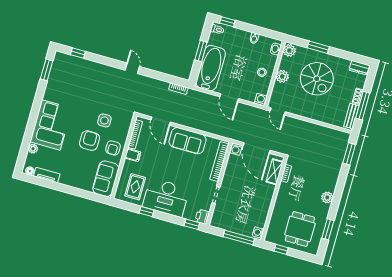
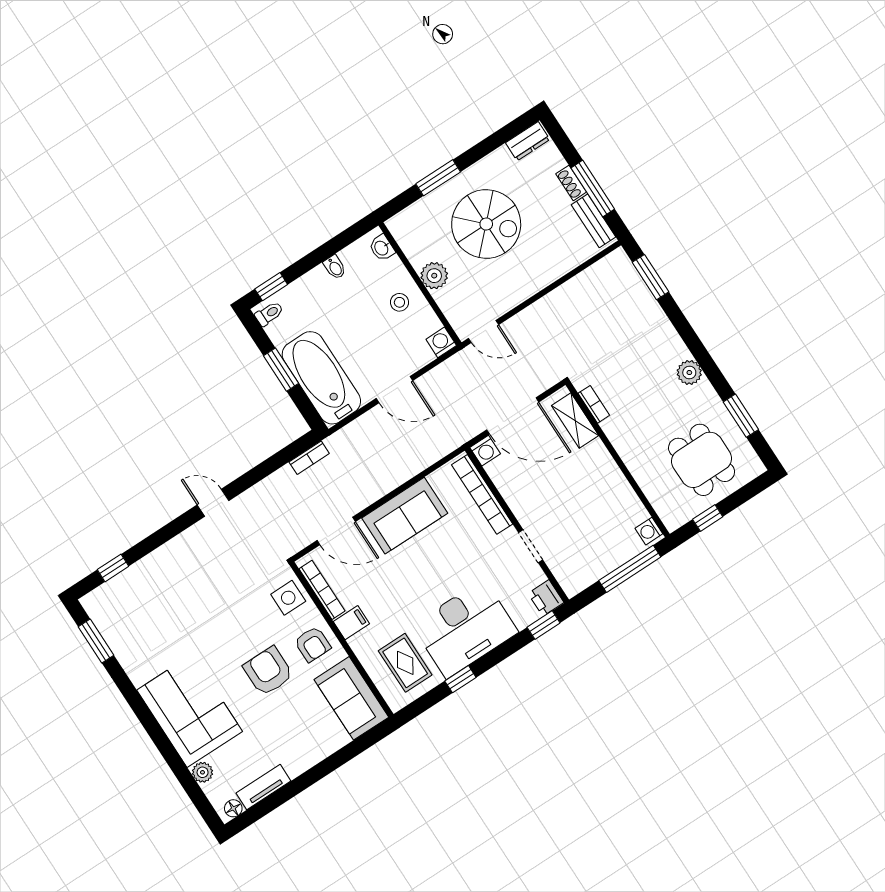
plant: (289, 50) -> (403, 228), removed
side table: (104, 120) -> (288, 598), moved

